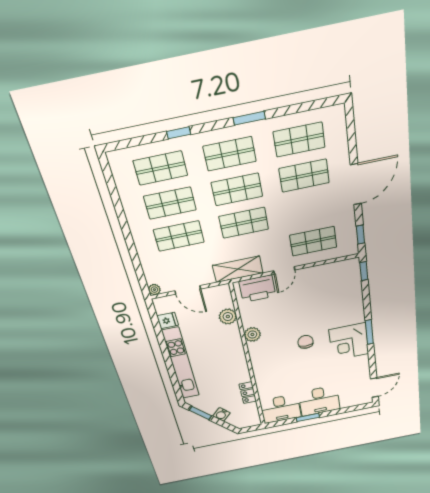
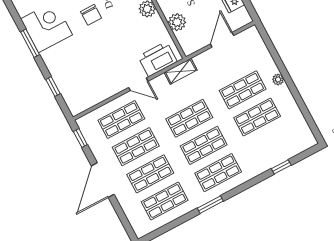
window: (179, 133) -> (281, 167), moved
shop shelf: (160, 168) -> (136, 147), moved
shelving: (238, 269) -> (181, 71), width x0.67, depth x0.75
door: (284, 270) -> (138, 84), swing flipped
window: (364, 271) -> (53, 87), moved
plant: (154, 290) -> (278, 79), moved
door: (188, 290) -> (222, 40), hinge flipped

